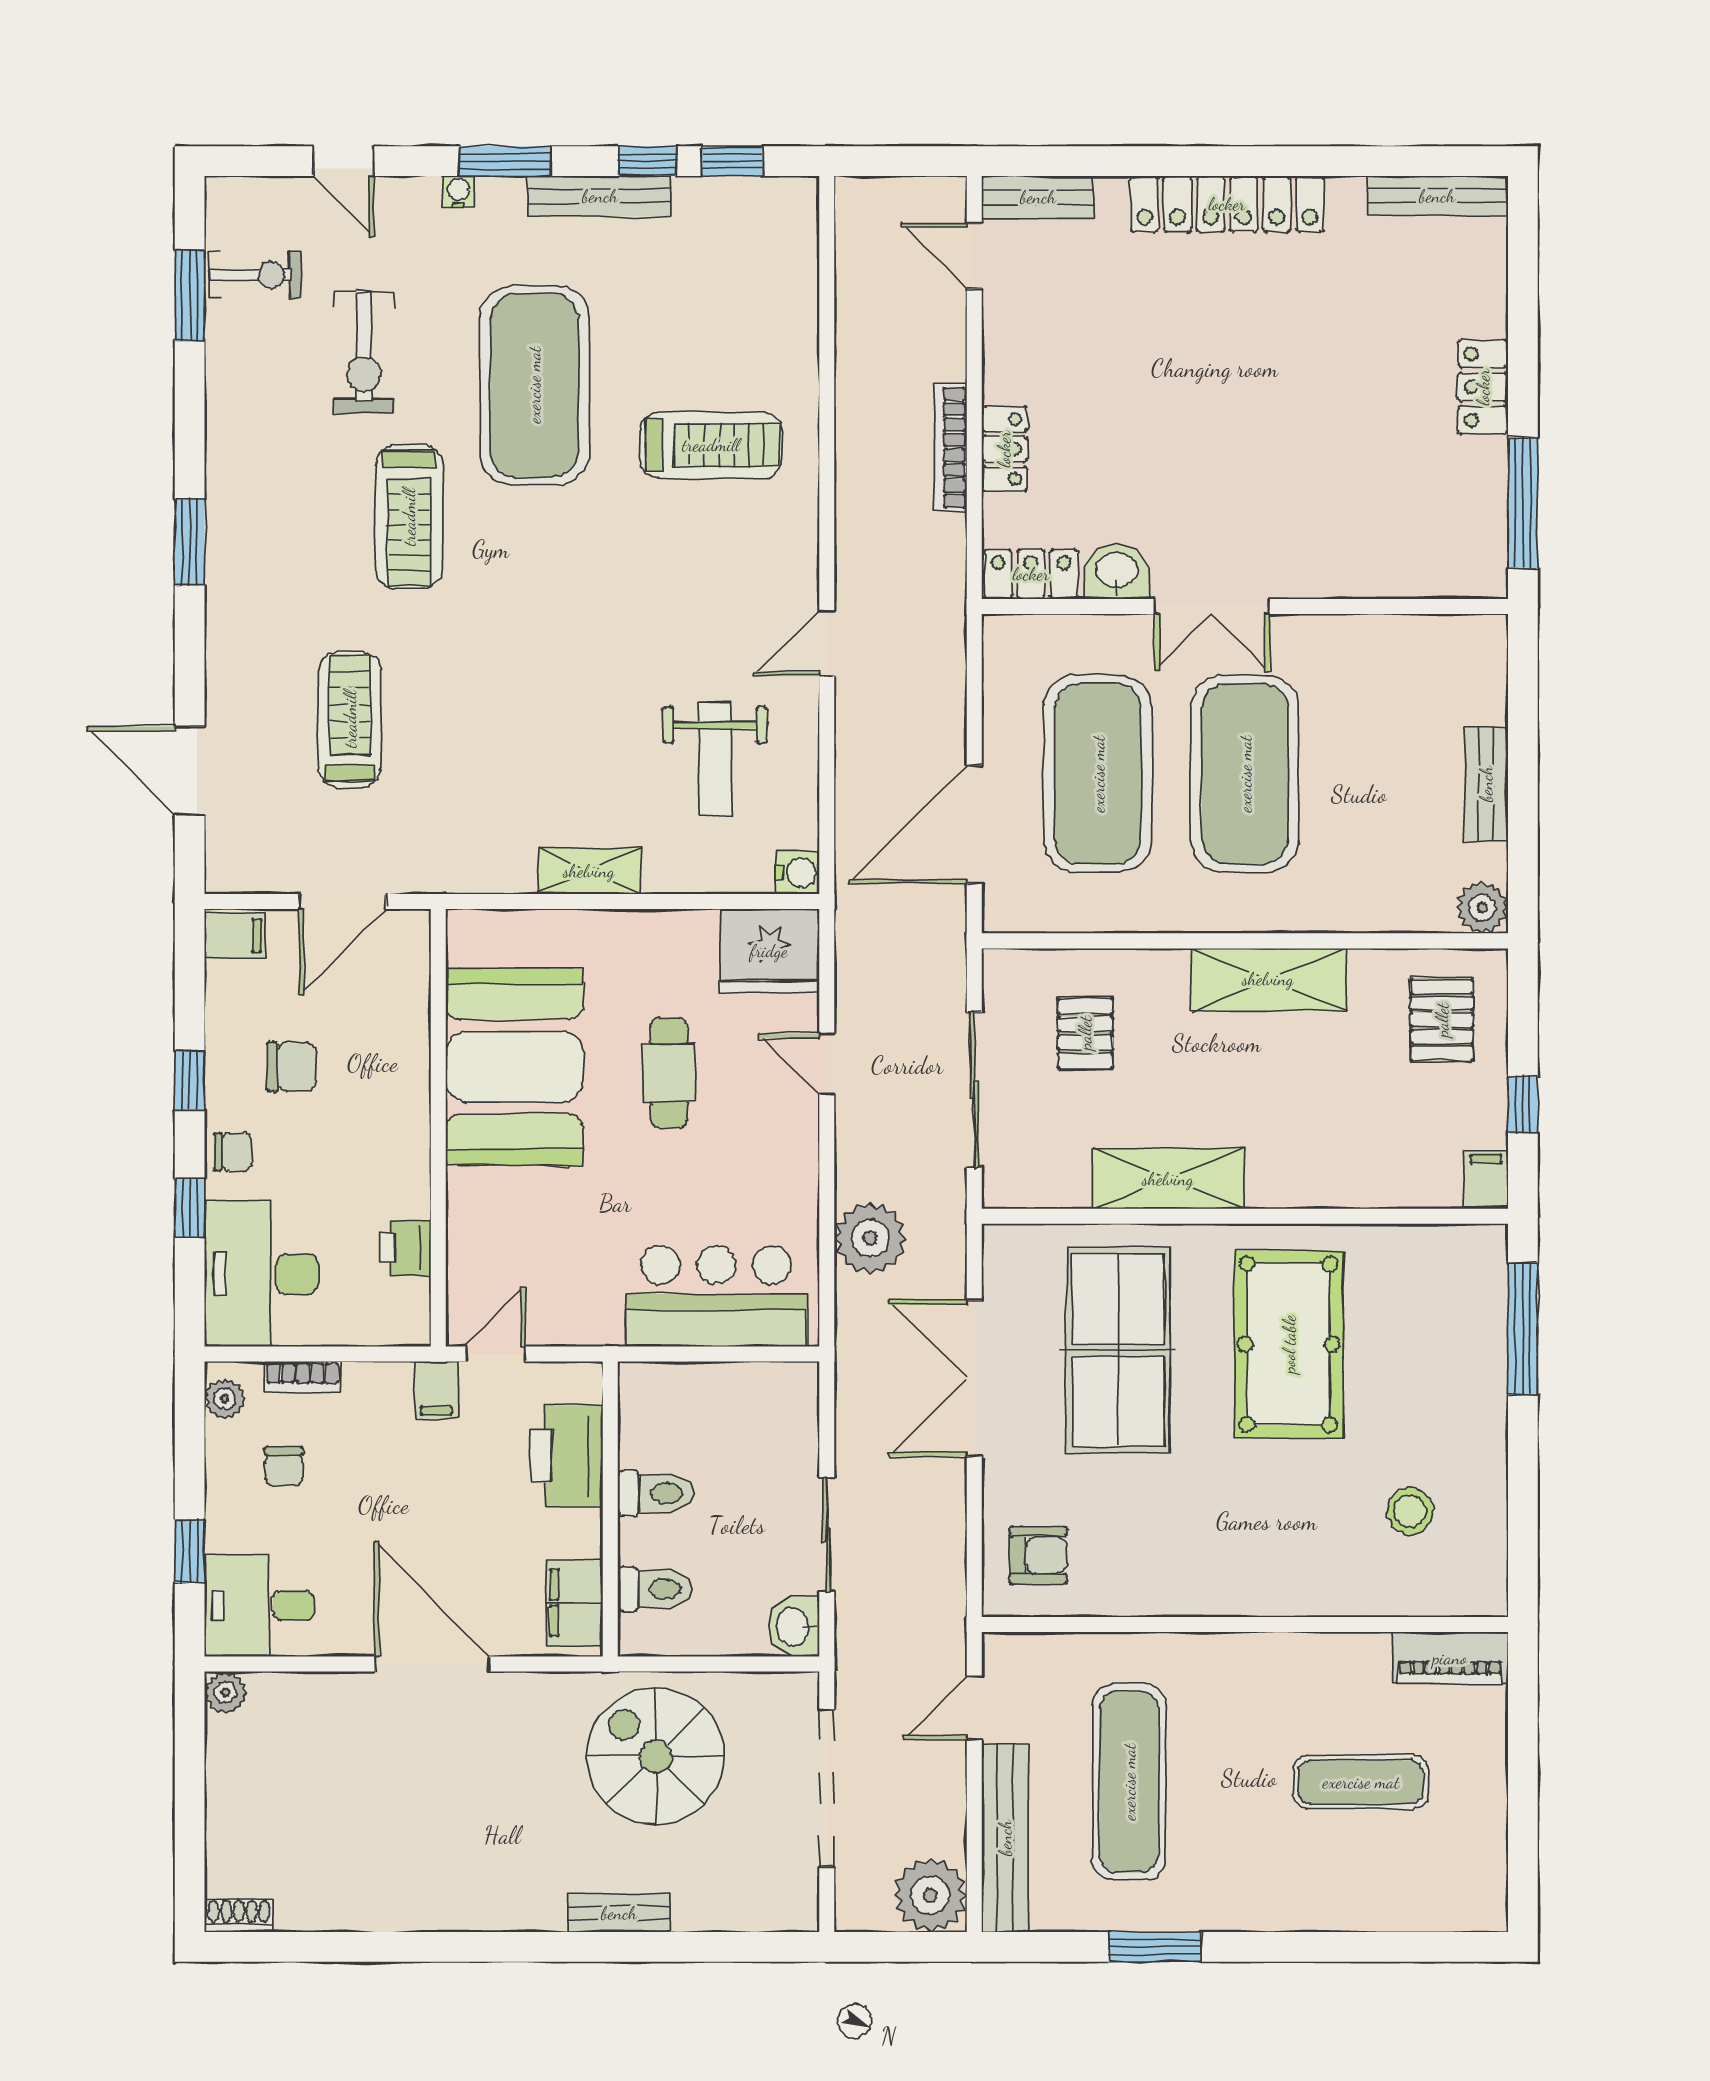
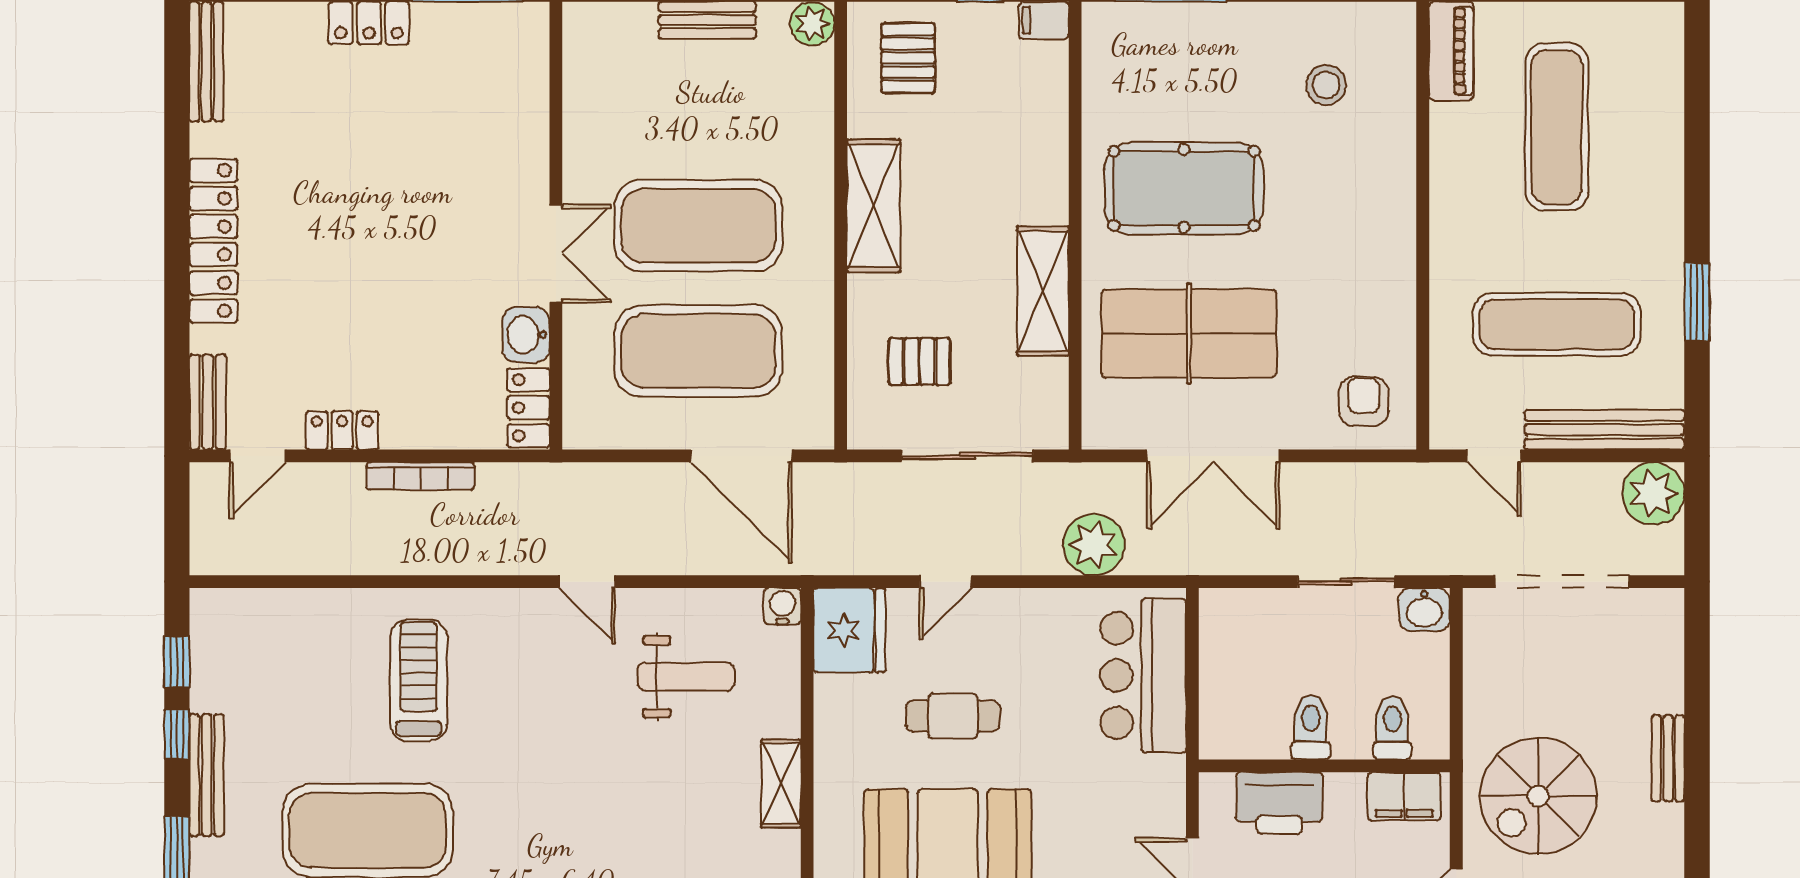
locker: (1004, 449) -> (342, 430), moved
pallet: (1442, 1020) -> (908, 58), turned 90
spiral stairs: (656, 1756) -> (1538, 796), moved
exercise mat: (1361, 1782) -> (1557, 127), width x1.36, depth x1.45

